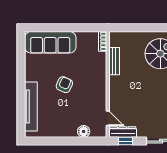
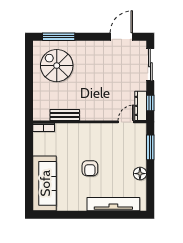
armchair: (64, 85) -> (90, 168), turned -114
floor lamp: (84, 131) -> (140, 174), moved
window: (84, 141) -> (150, 147), added

